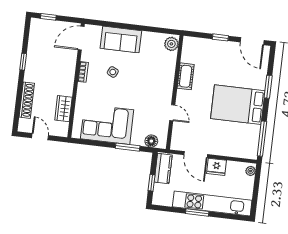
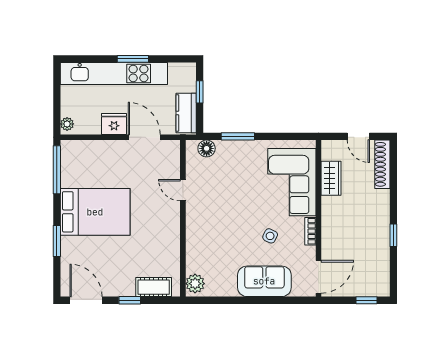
cot: (186, 76) -> (154, 287), moved, turned 90
shoe rack: (27, 100) -> (382, 164), moved
corner sofa: (107, 124) -> (292, 182), moved, turned 90

